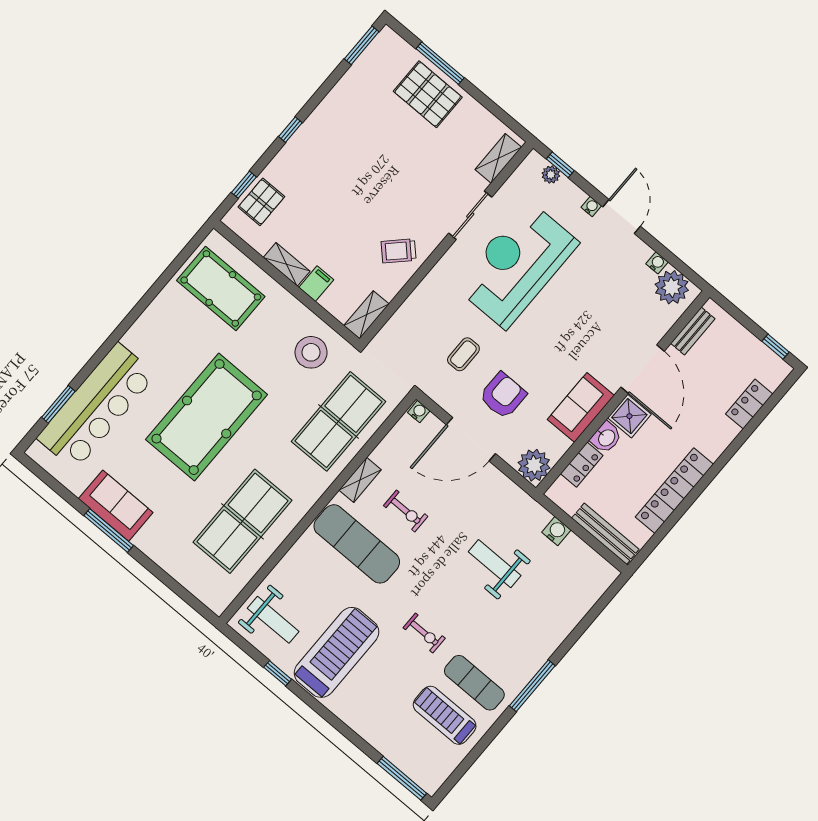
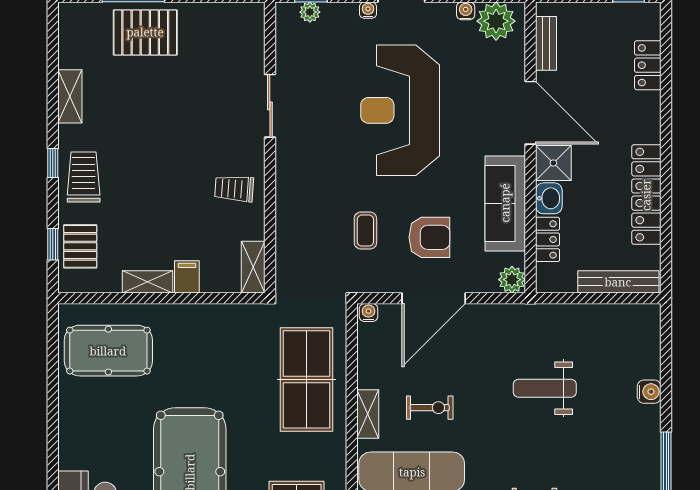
window: (362, 45) -> (53, 38), removed
trolley: (303, 157) -> (84, 177), added
shelving: (498, 158) -> (70, 96), moved
trolley: (399, 251) -> (234, 189), turned 49
reception desk: (517, 265) -> (400, 110), moved
stool: (311, 352) -> (233, 340), removed
armchair: (503, 396) -> (429, 237), turned 90
sofa: (581, 407) -> (505, 203), width x1.36
plant: (534, 465) -> (512, 280), width x0.73, depth x0.73
water cooler: (556, 531) -> (649, 392), moved, turned 90

